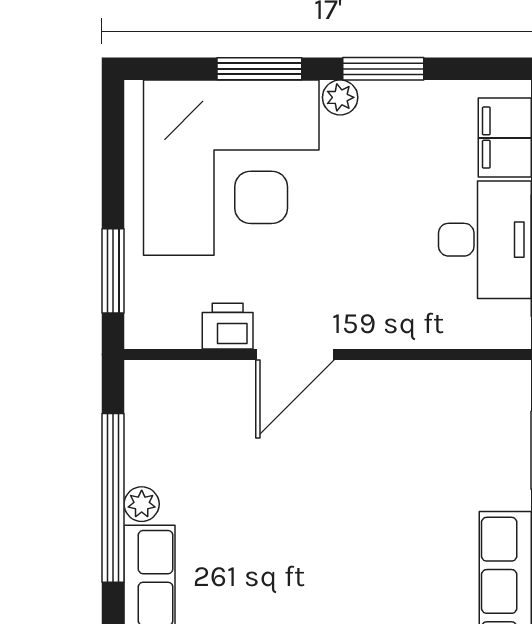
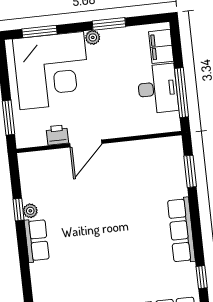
window: (259, 69) -> (39, 32), moved
window: (113, 498) -> (18, 210), width x0.32

